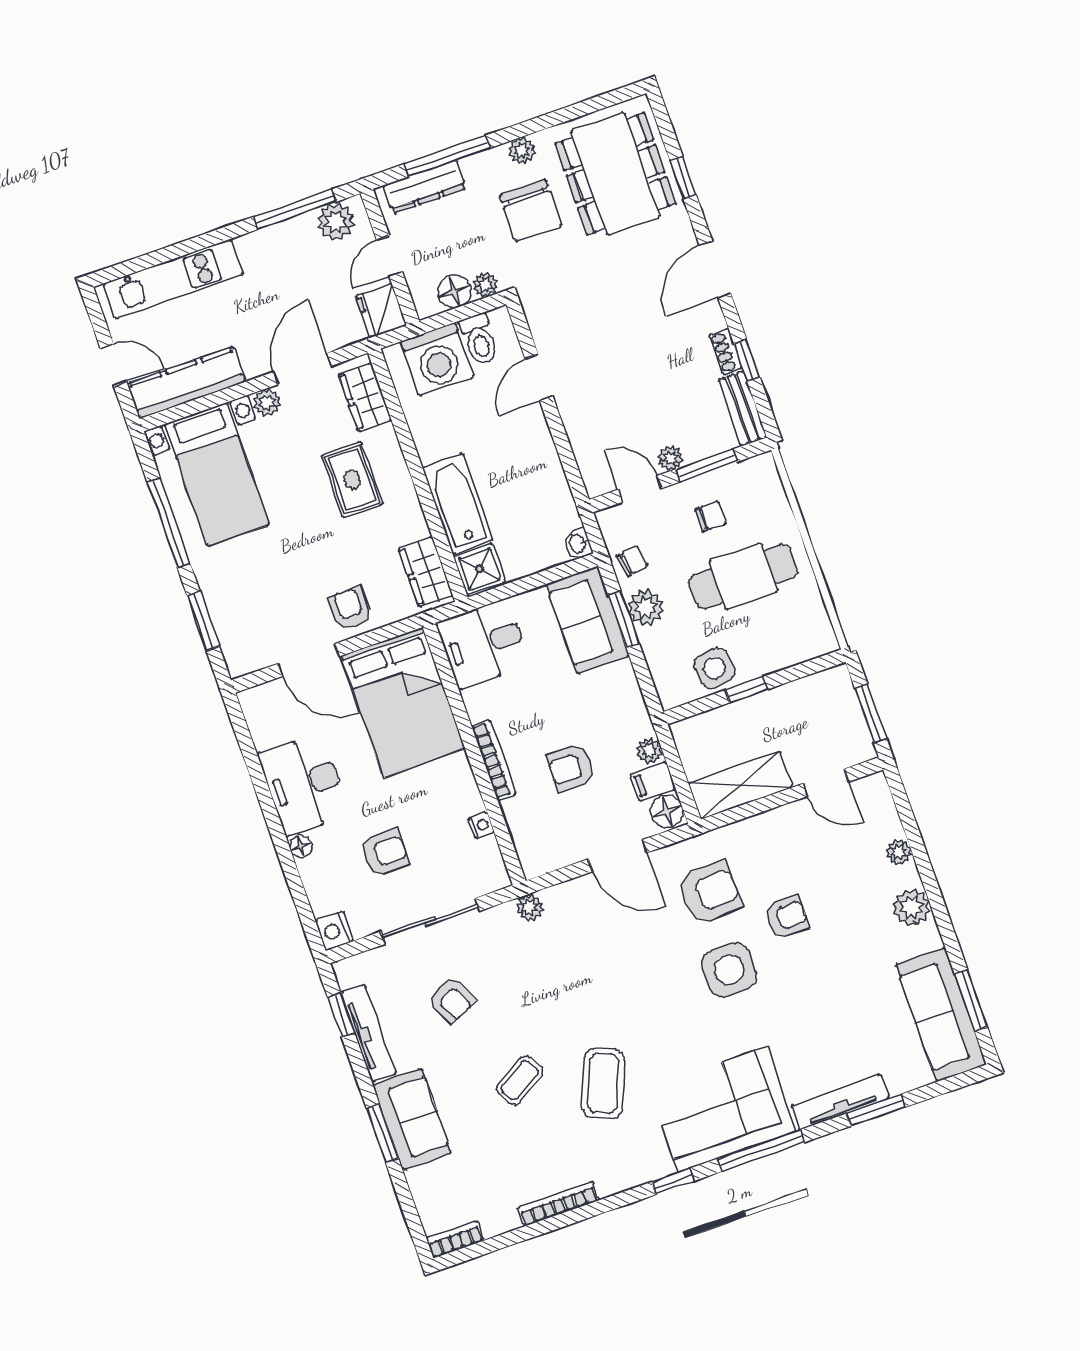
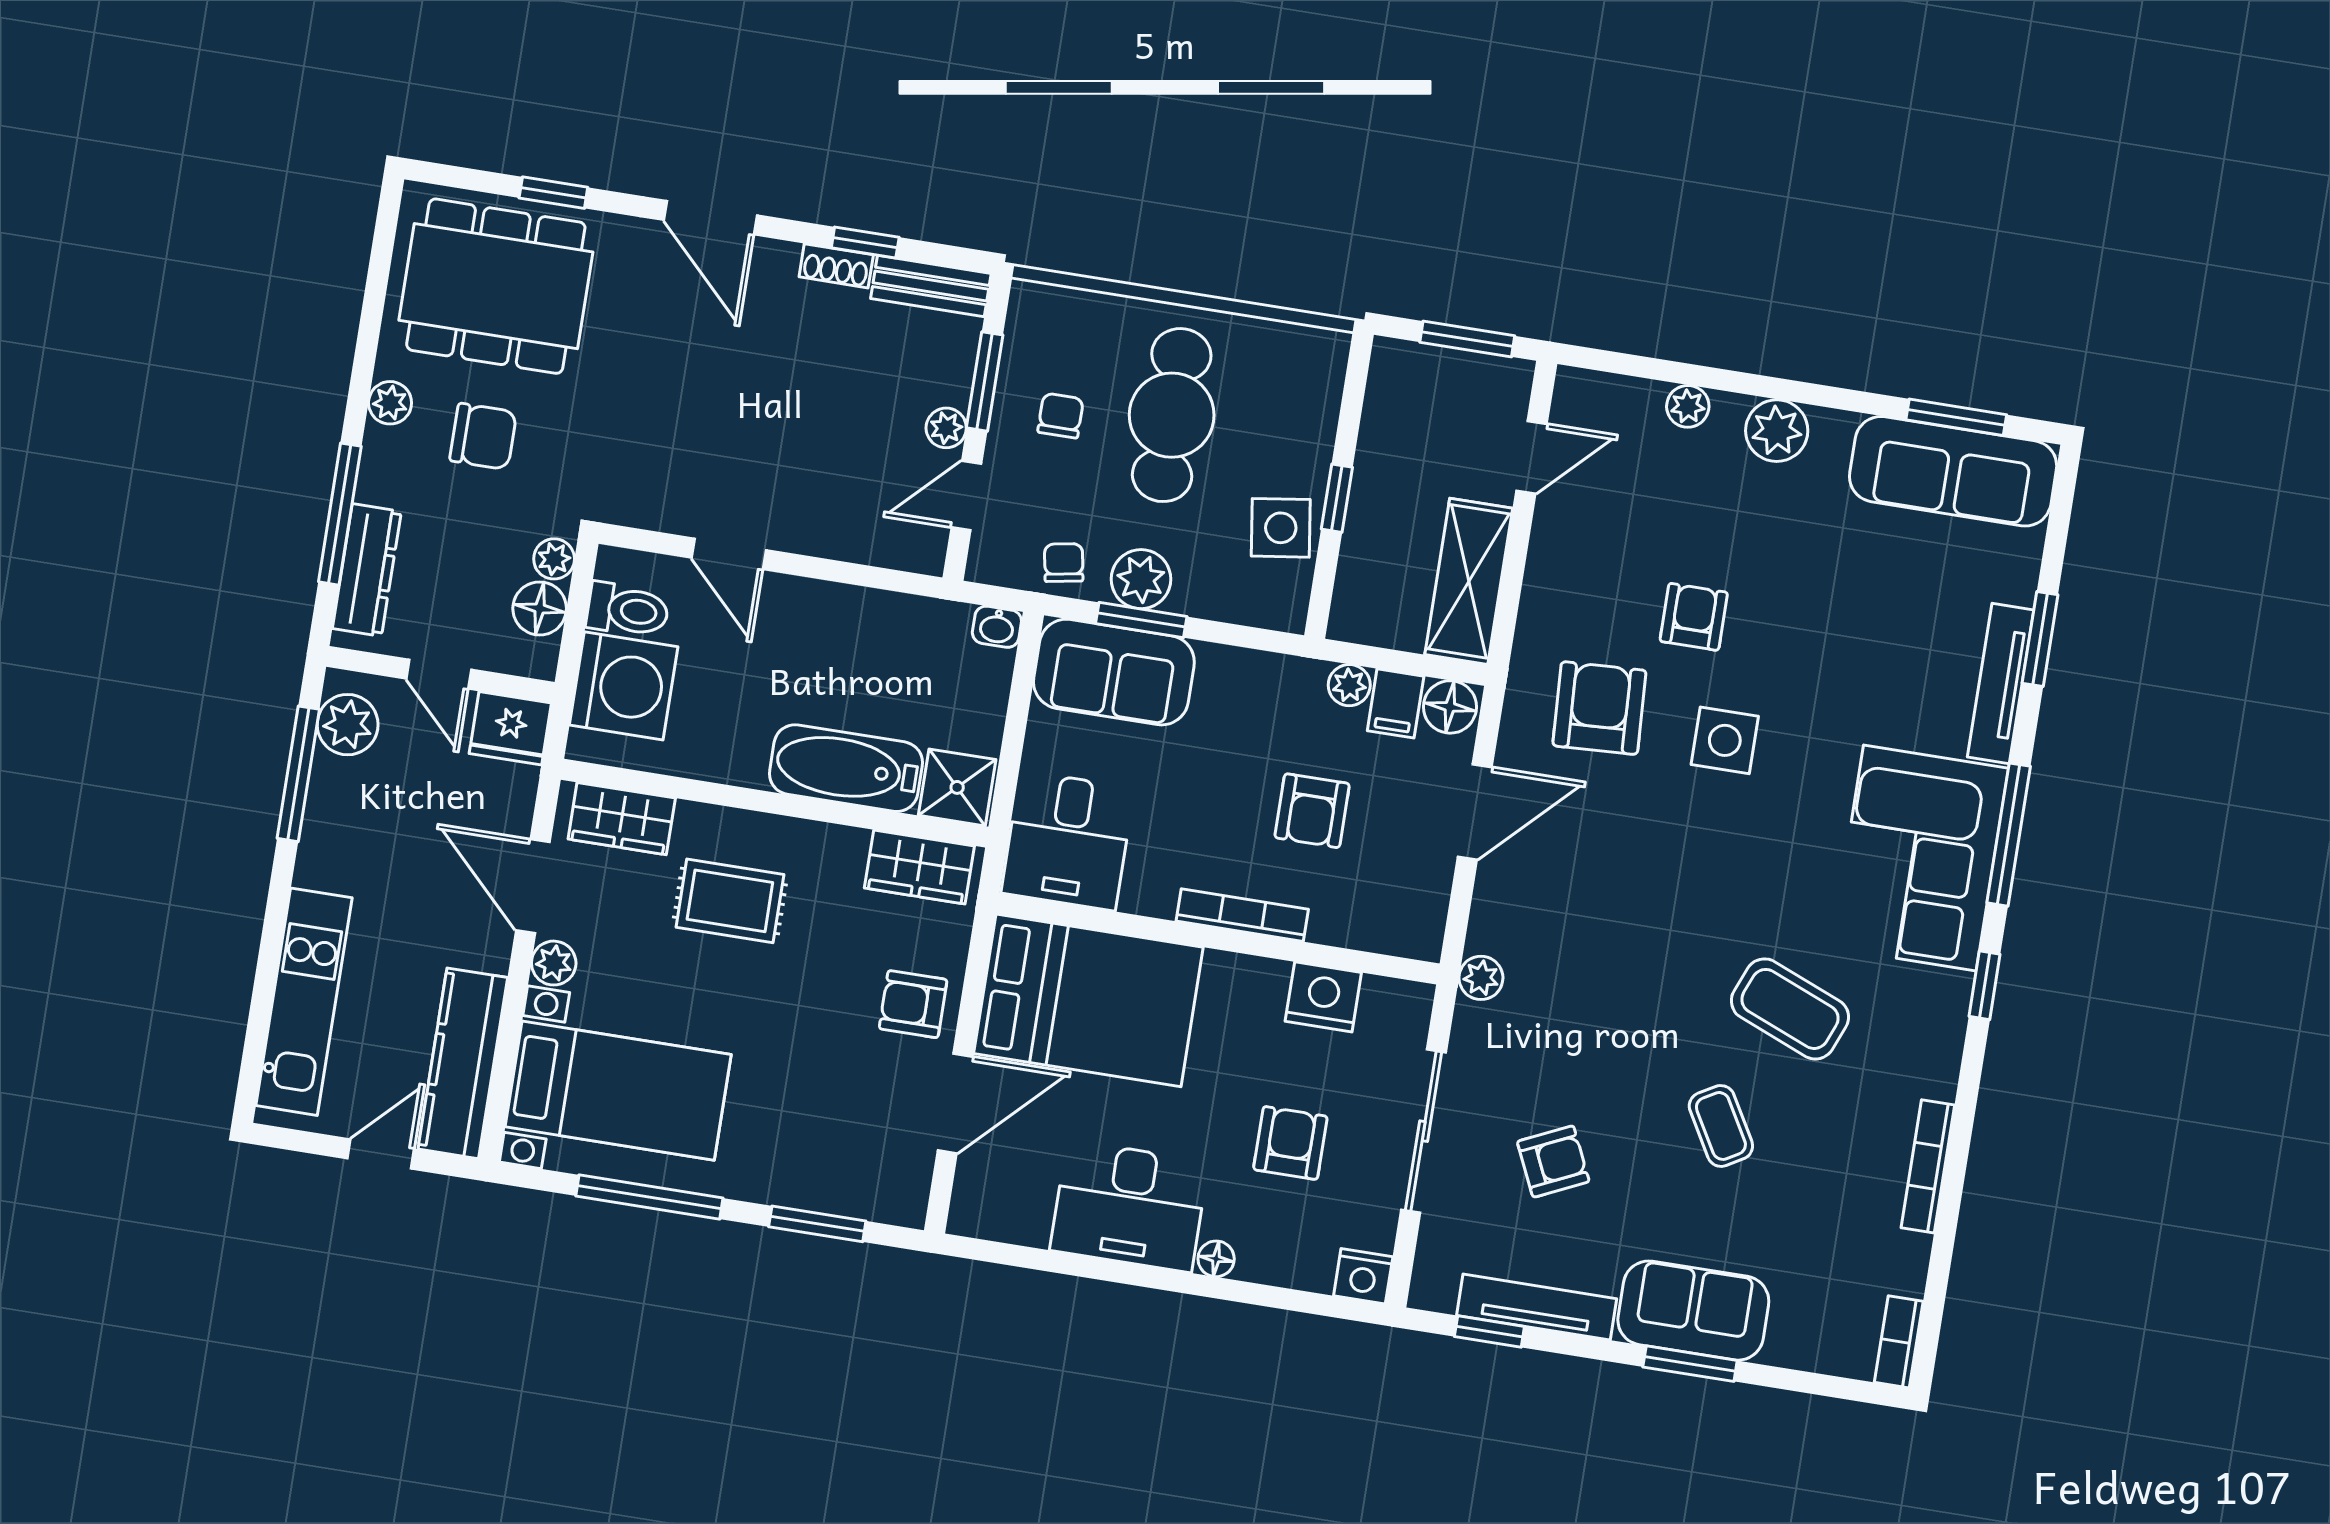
chair: (531, 211) -> (483, 436), width x0.73, depth x0.73
nightstand: (481, 825) -> (1323, 997), width x1.89, depth x1.79
side table: (729, 970) -> (1725, 740), width x0.73, depth x0.73

